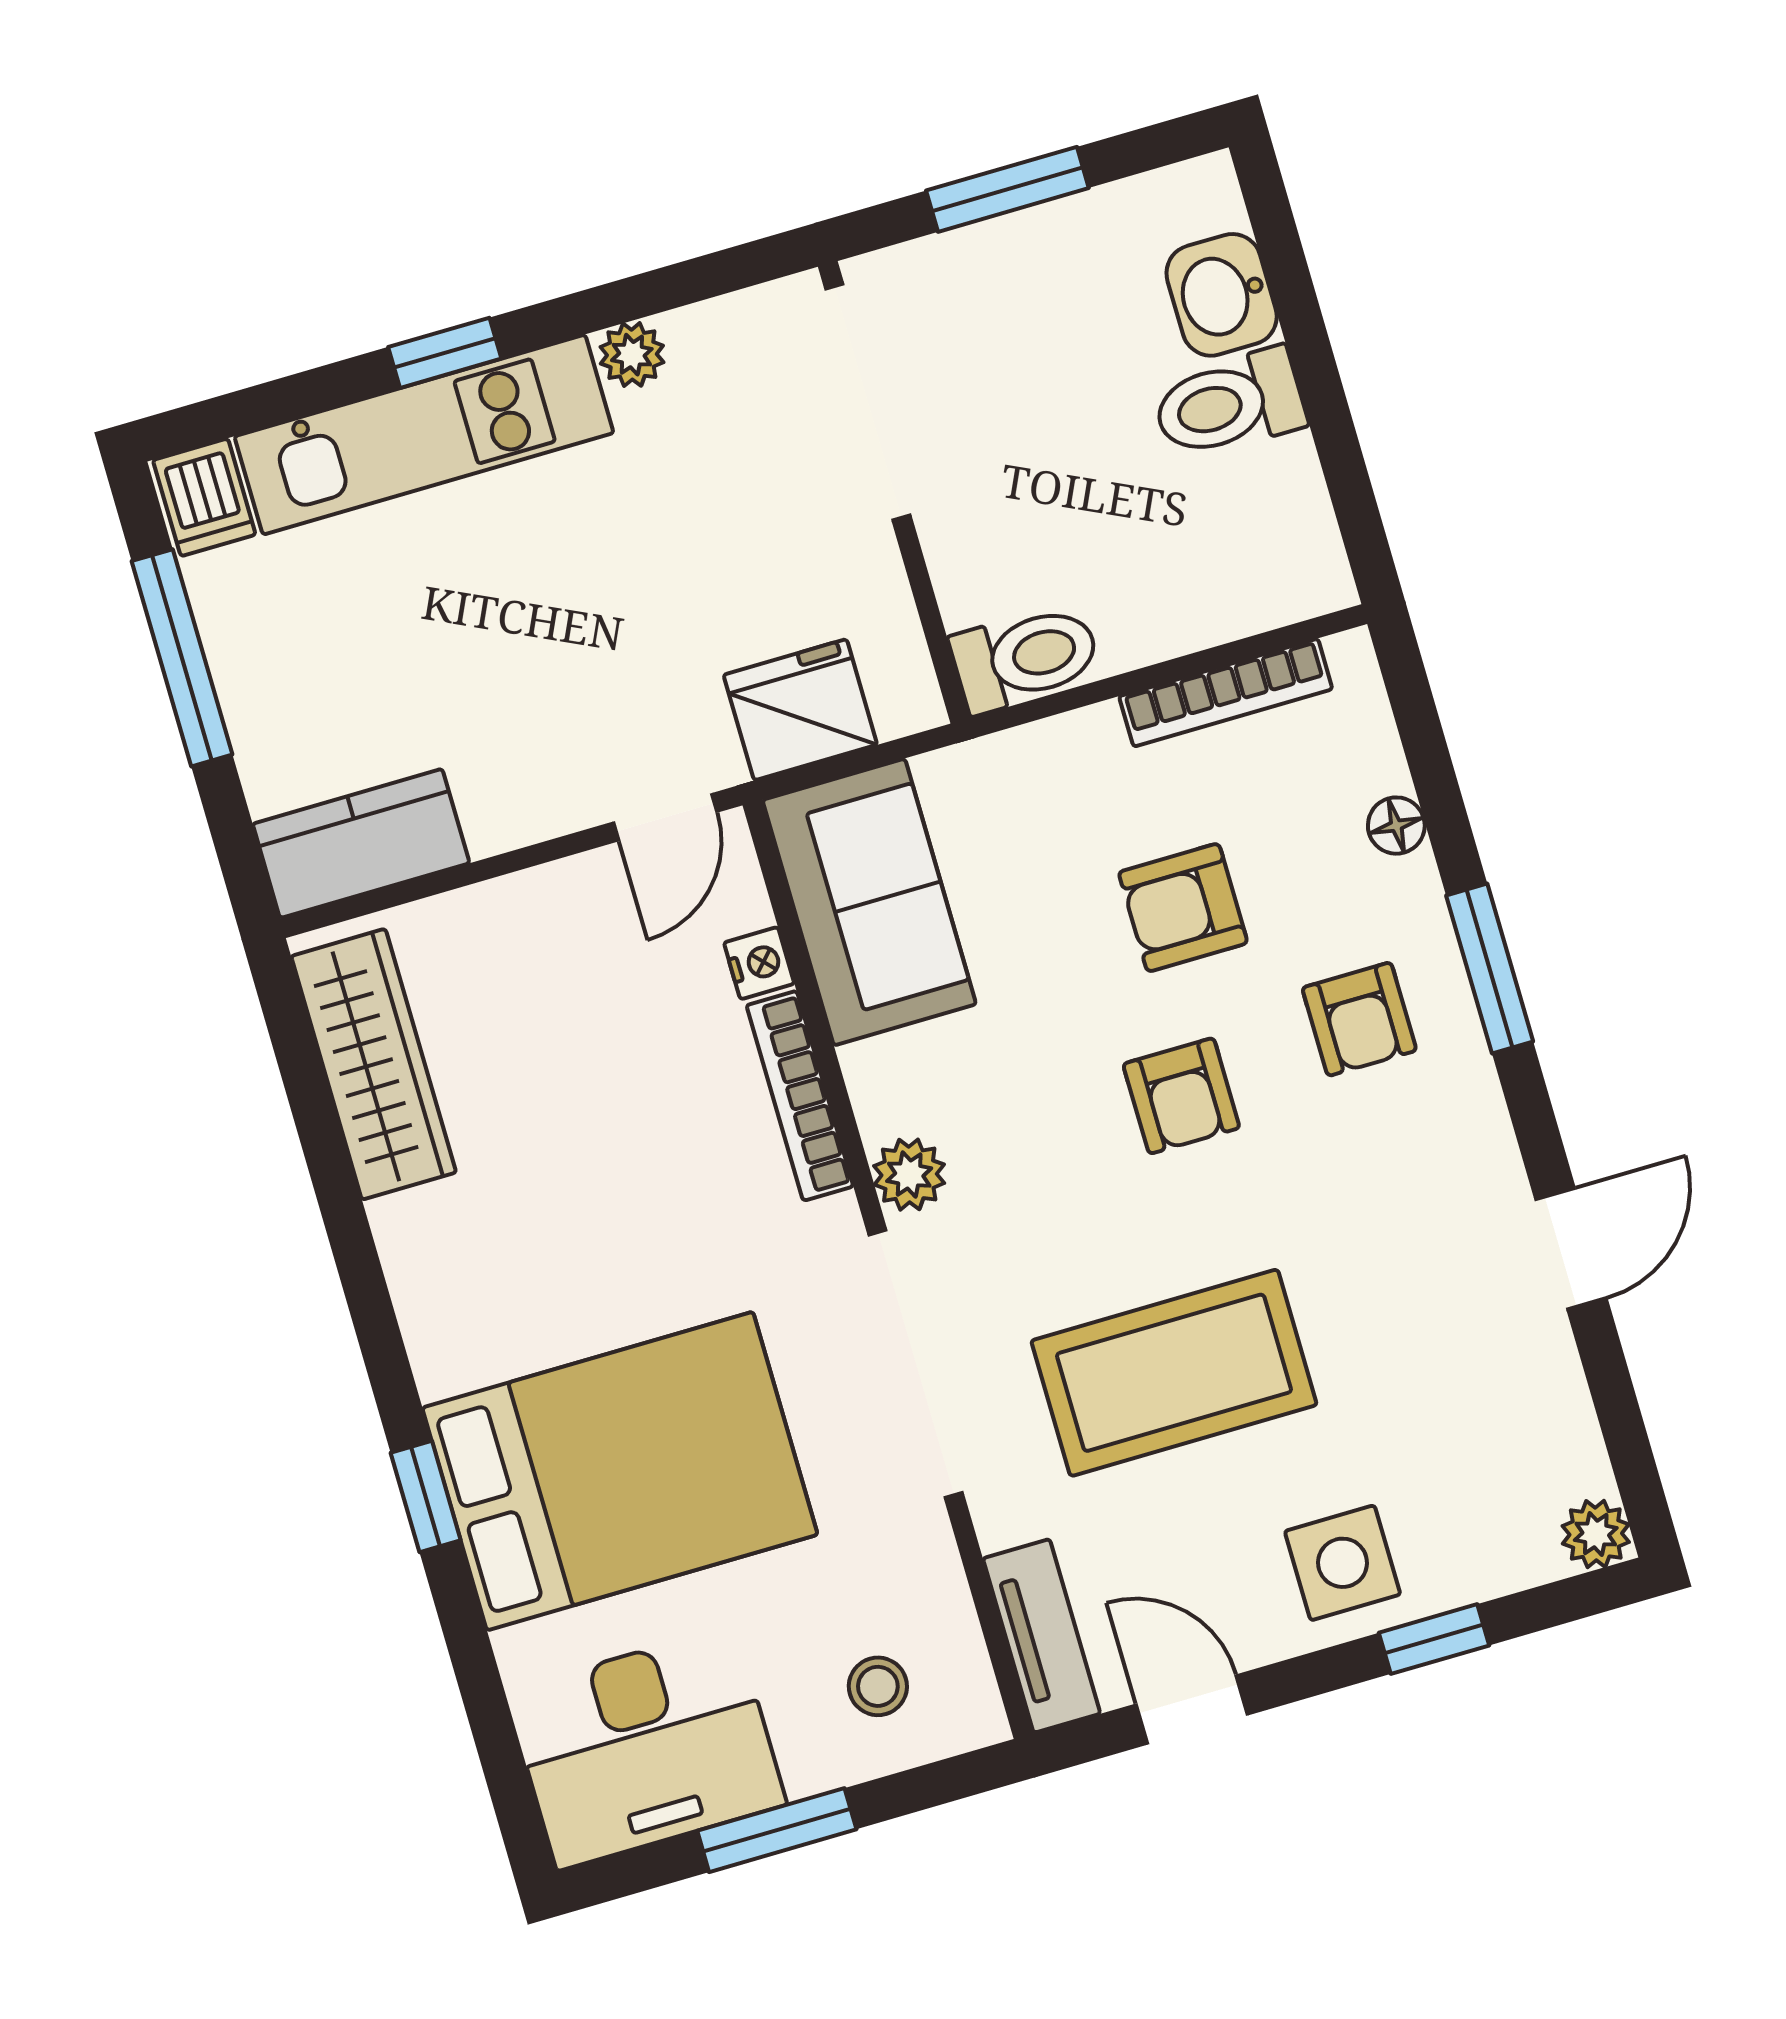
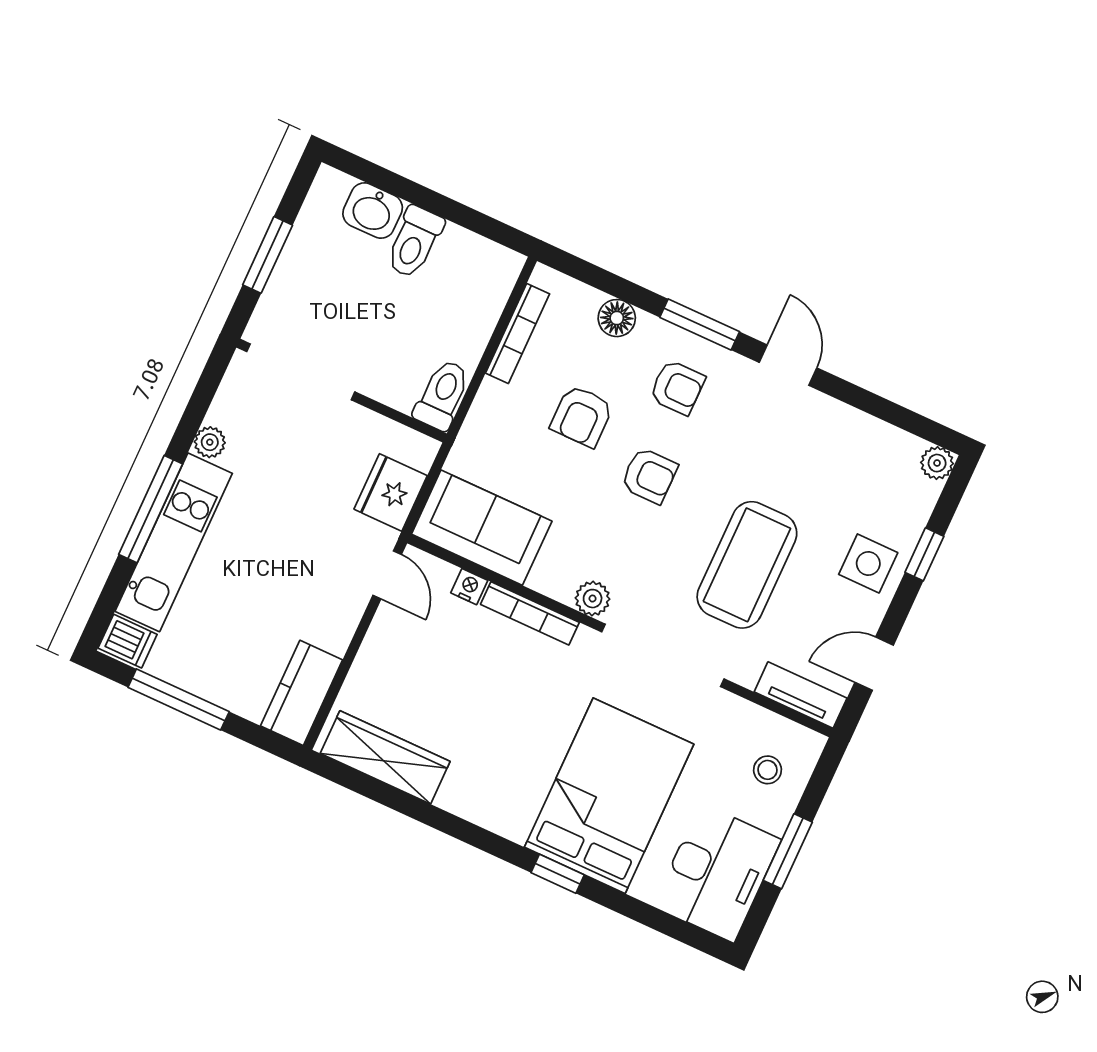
window: (445, 353) -> (151, 509), width x2.17
floor lamp: (1396, 826) -> (617, 318), width x1.37, depth x1.37
door: (1571, 1249) -> (788, 365), moved

